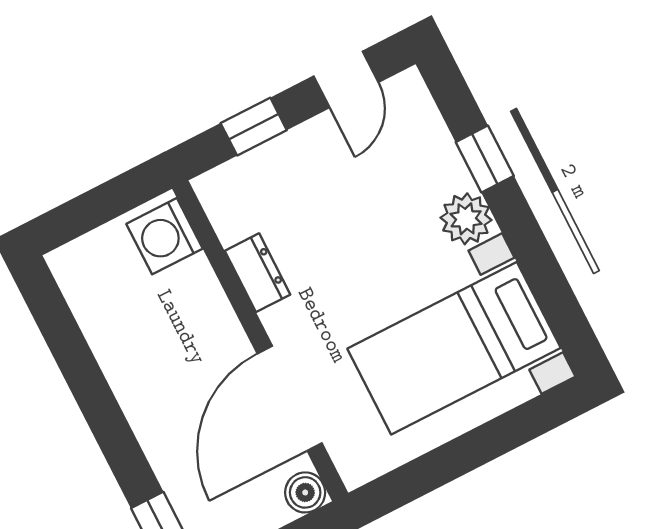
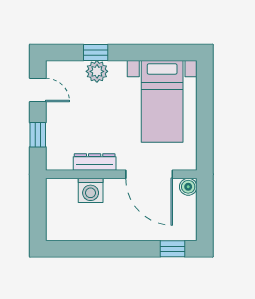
plant: (466, 219) -> (97, 71), moved
washing machine: (165, 236) -> (91, 190), moved
dresser: (257, 273) -> (95, 162), width x1.44

